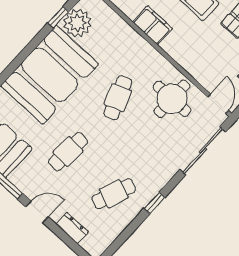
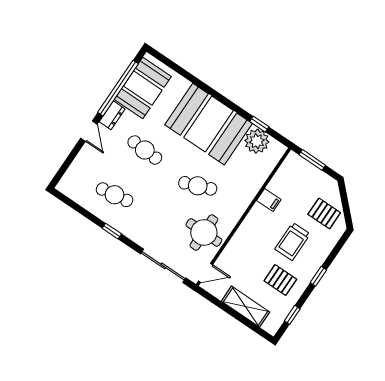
filing cabinet: (152, 25) -> (269, 200), width x0.50
cafe table: (114, 194) -> (115, 195), turned -30
dresser: (72, 228) -> (112, 115), moved

